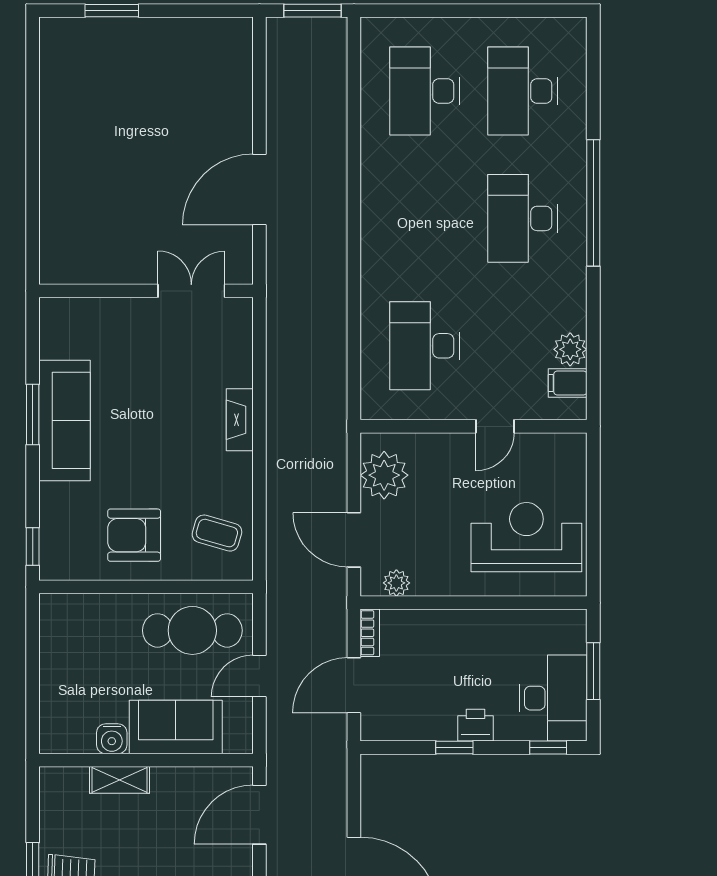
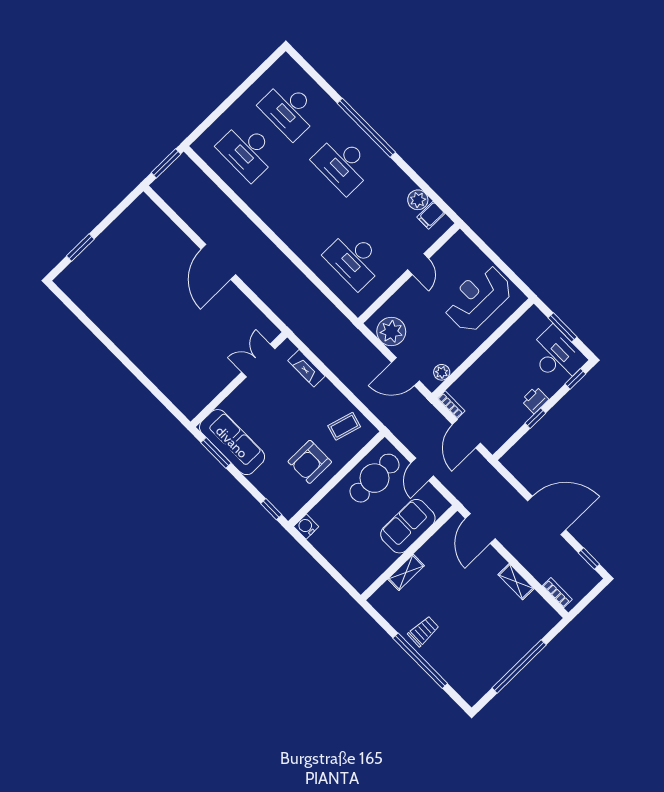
wall: (146, 291) -> (239, 380), moved
double door: (191, 291) -> (258, 360), moved
water cooler: (112, 739) -> (306, 527), moved, turned 180

